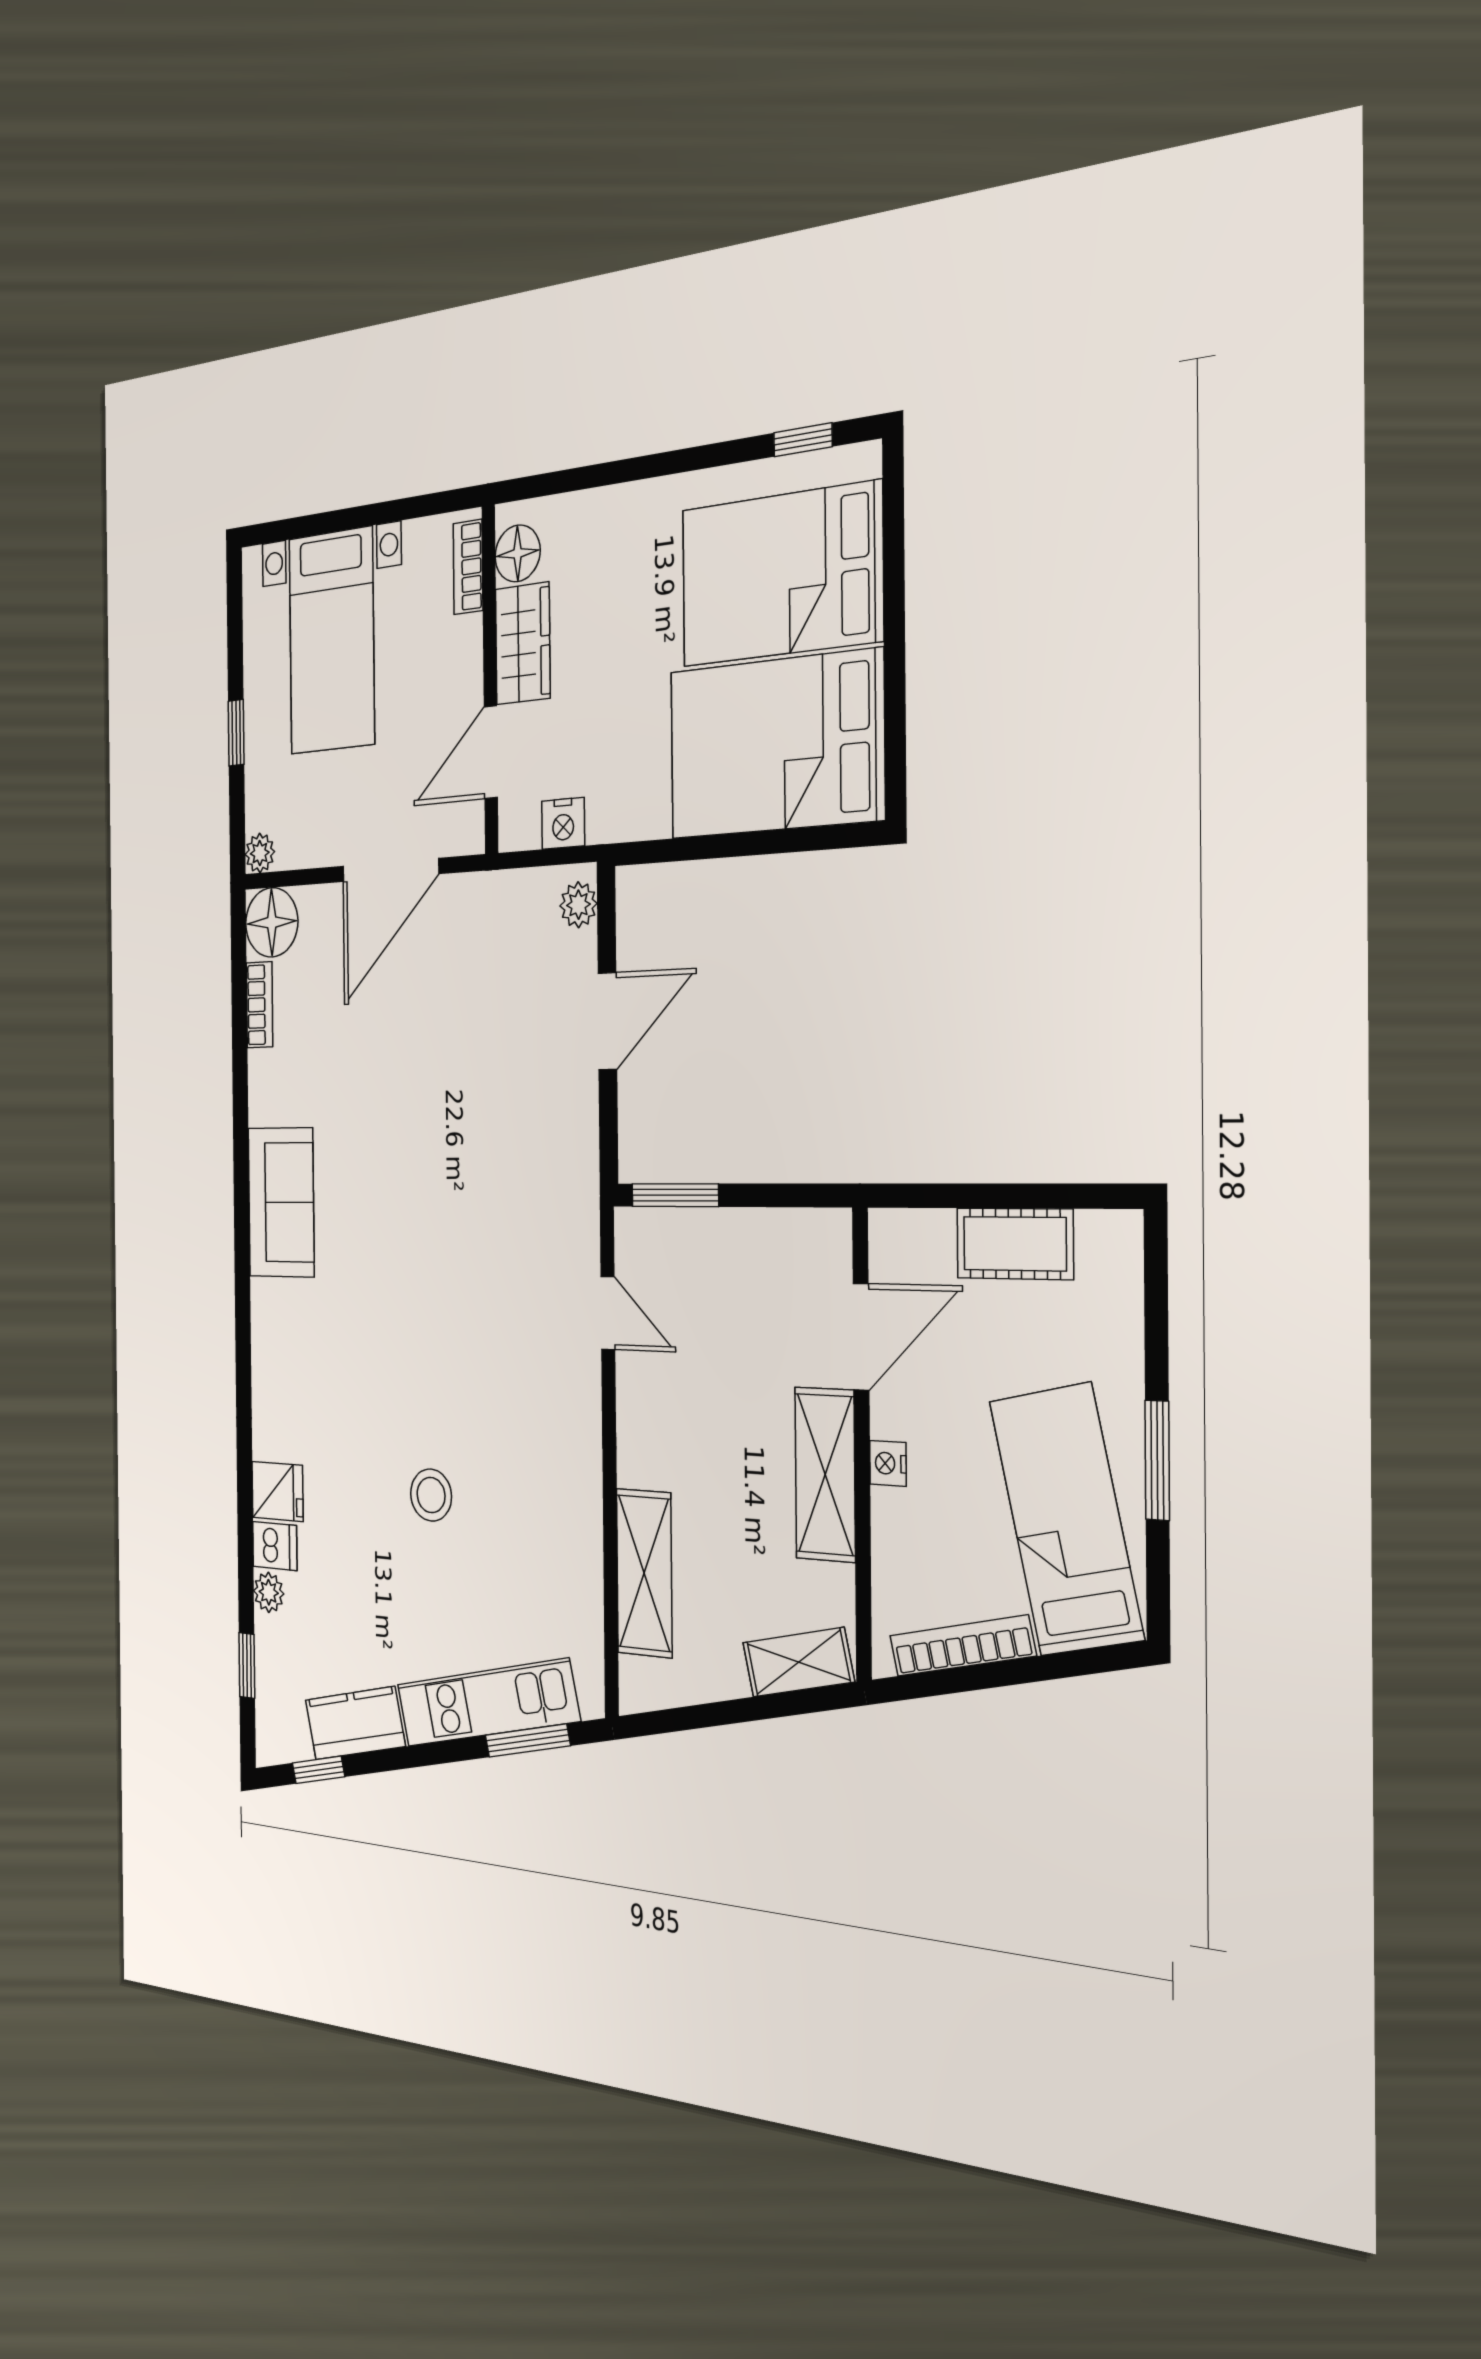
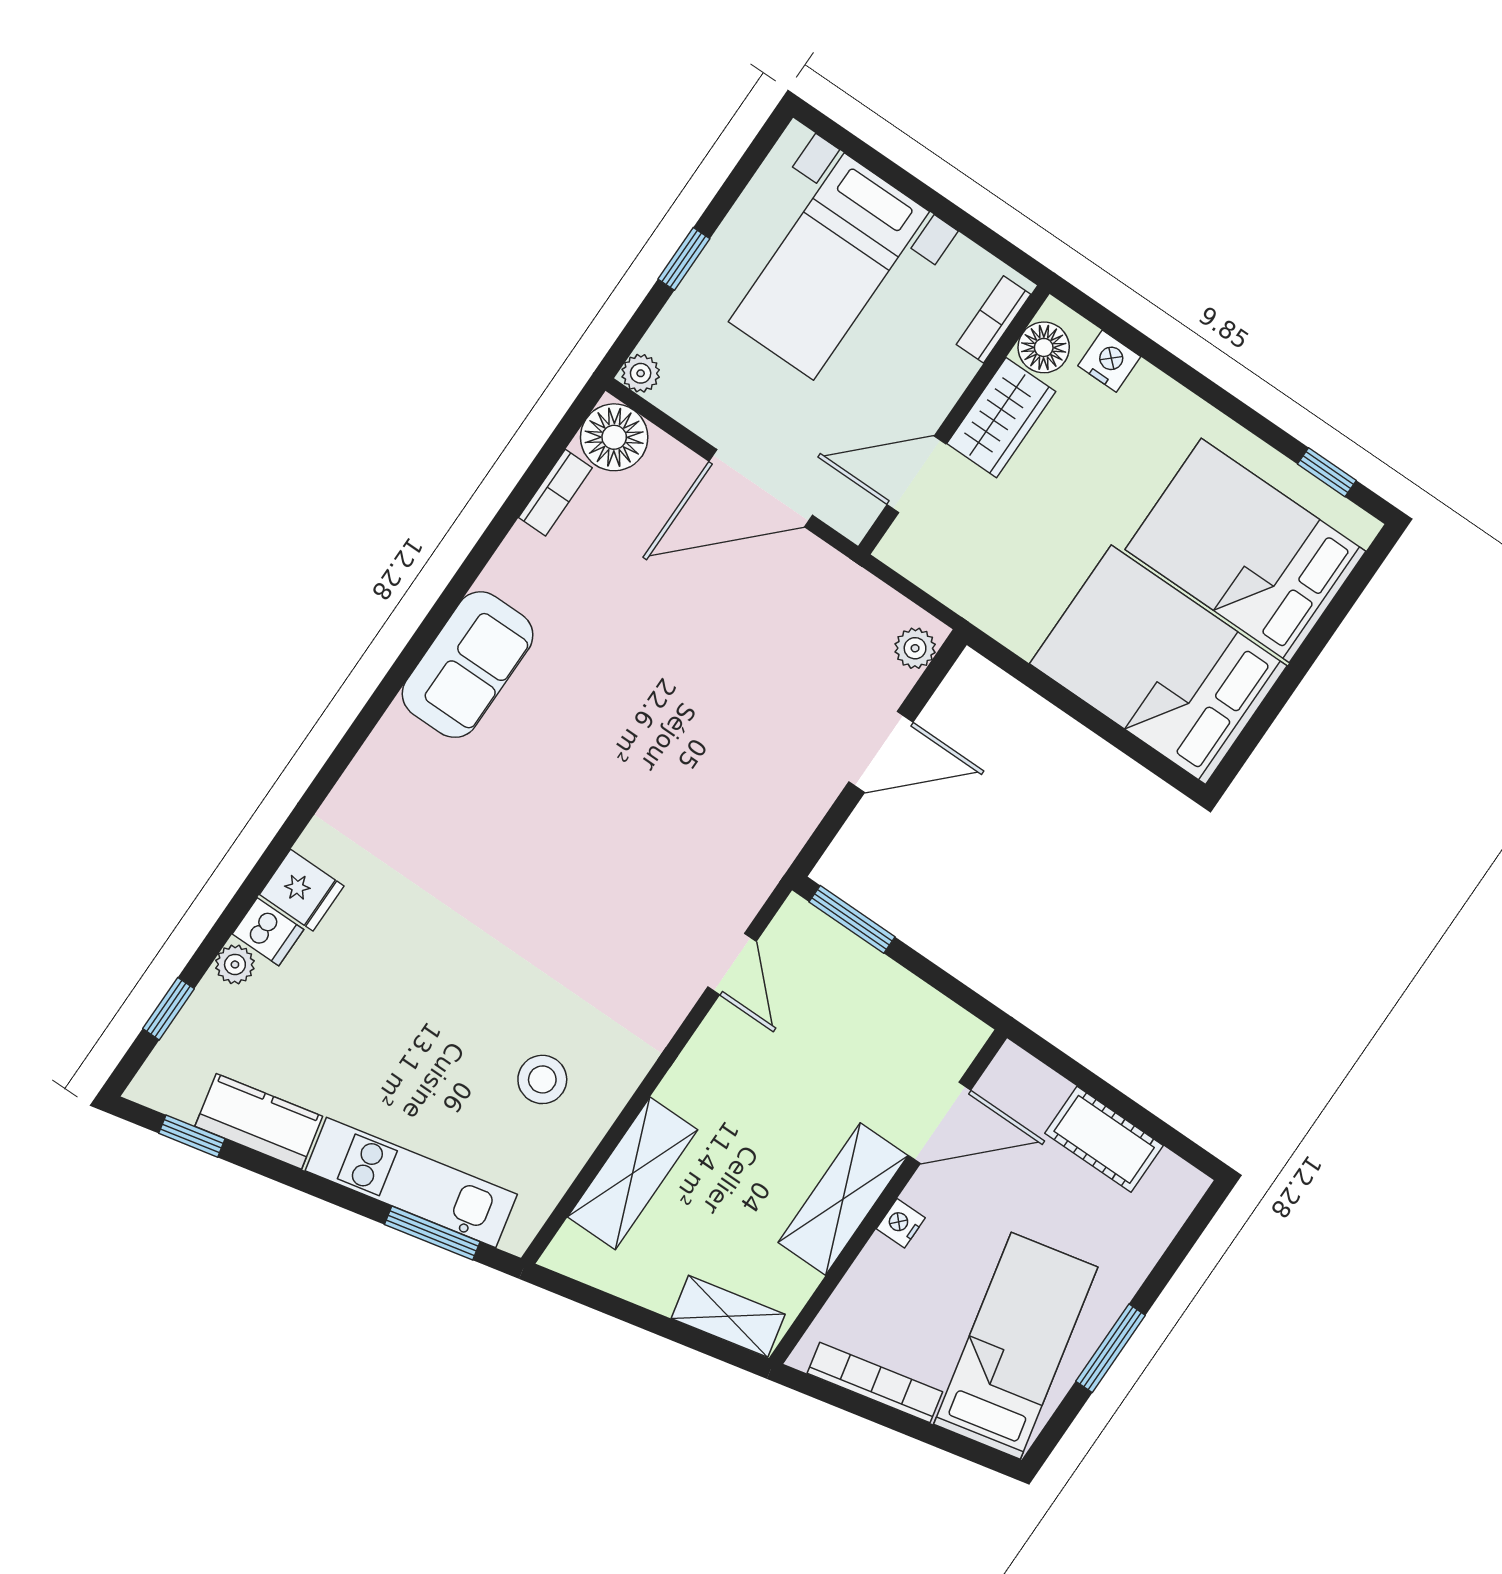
nightstand: (563, 823) -> (1109, 361), moved, turned 180
stool: (431, 1495) -> (542, 1079), moved

